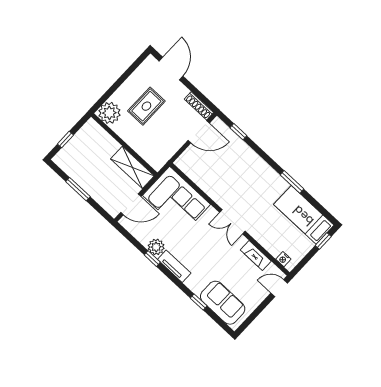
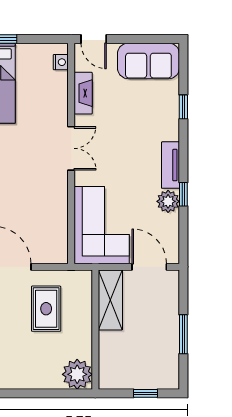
rug: (146, 106) -> (46, 309), moved, turned 90
sofa: (223, 303) -> (148, 61), moved, turned -90

